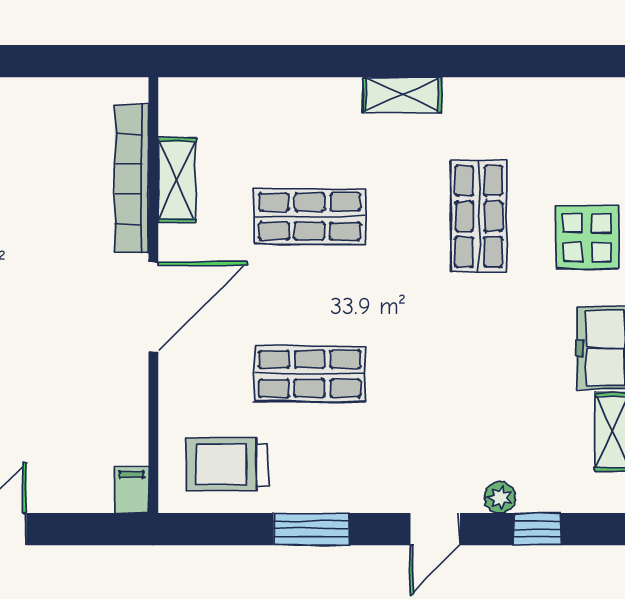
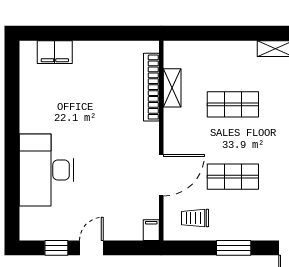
door: (153, 307) -> (161, 175), moved
trolley: (227, 464) -> (195, 218), width x0.73, depth x0.72

